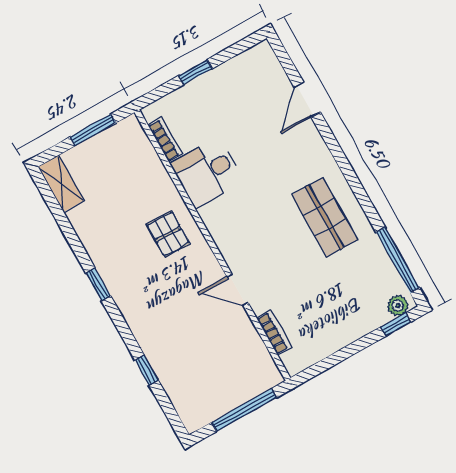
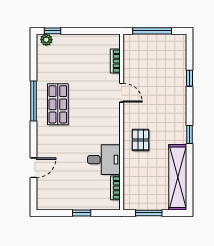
shelving: (61, 184) -> (178, 177), width x2.20, depth x1.33
window: (398, 260) -> (34, 101), moved

